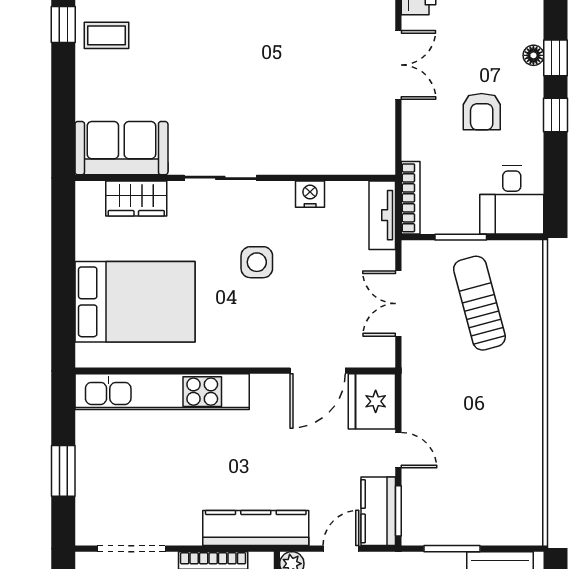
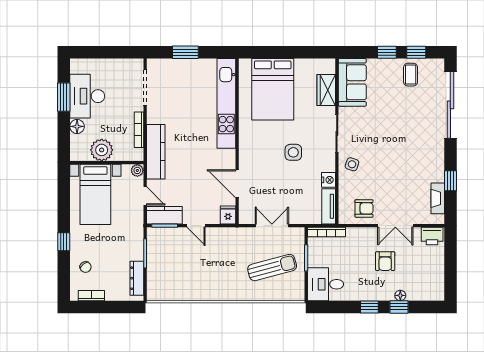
window: (63, 81) -> (387, 52), added
armchair: (482, 112) -> (385, 261), moved, turned -90
armchair: (365, 125) -> (364, 208), added
side table: (280, 149) -> (352, 164), added
tv unit: (382, 215) -> (329, 206), moved, turned -90
fridge: (372, 401) -> (228, 215), width x0.53, depth x0.75
door: (398, 450) -> (196, 226), hinge flipped

